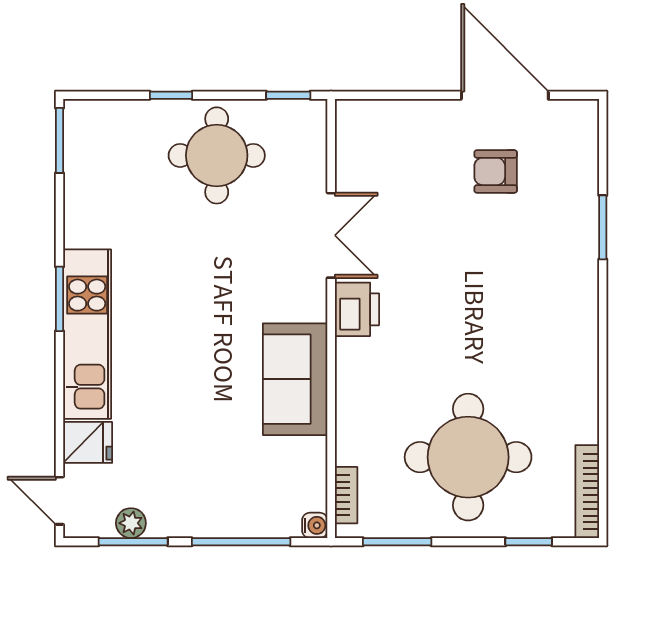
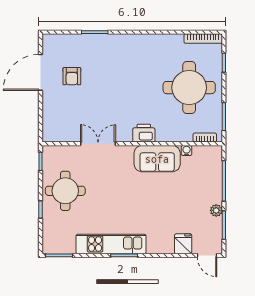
printer: (357, 309) -> (144, 133), moved
kitchen unit: (87, 334) -> (111, 244), moved
door: (60, 501) -> (207, 255), hinge flipped
plant: (131, 523) -> (216, 210), moved
water cooler: (315, 525) -> (187, 150), moved

